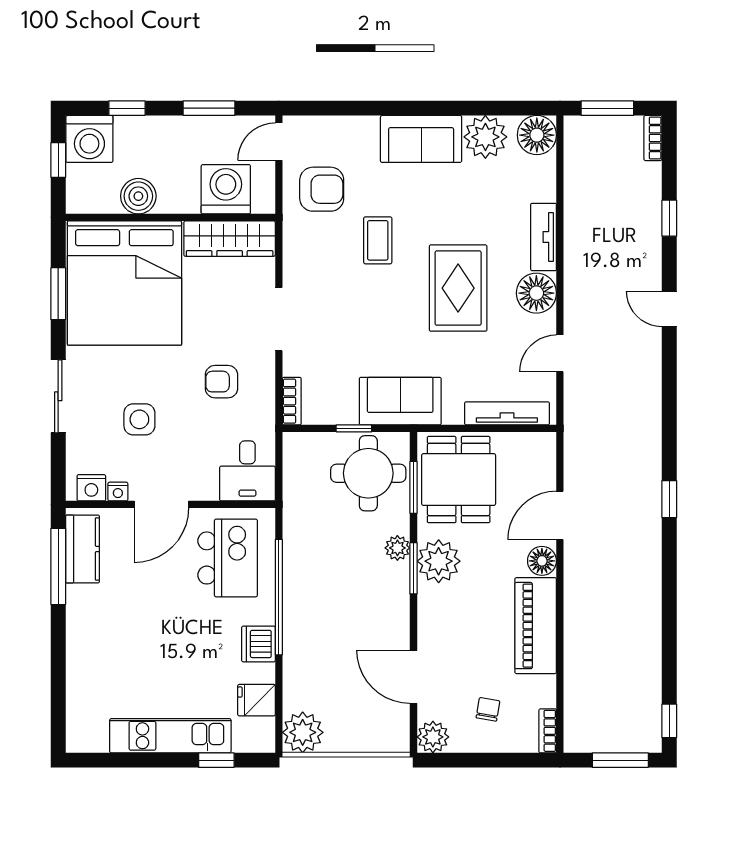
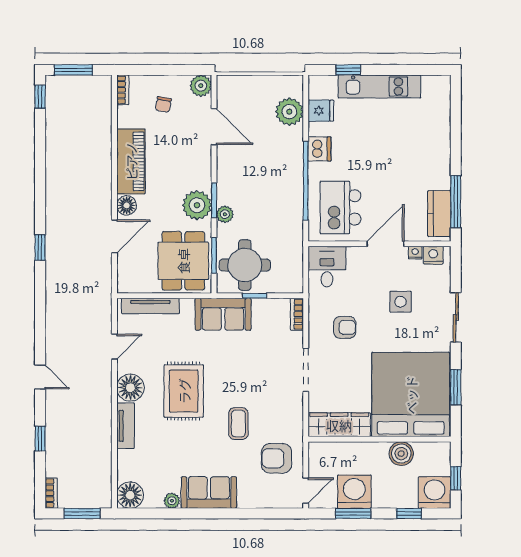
plant: (485, 137) -> (172, 501), width x0.53, depth x0.53
washing machine: (226, 189) -> (354, 492), moved, turned 180
plant: (303, 732) -> (289, 112), moved

